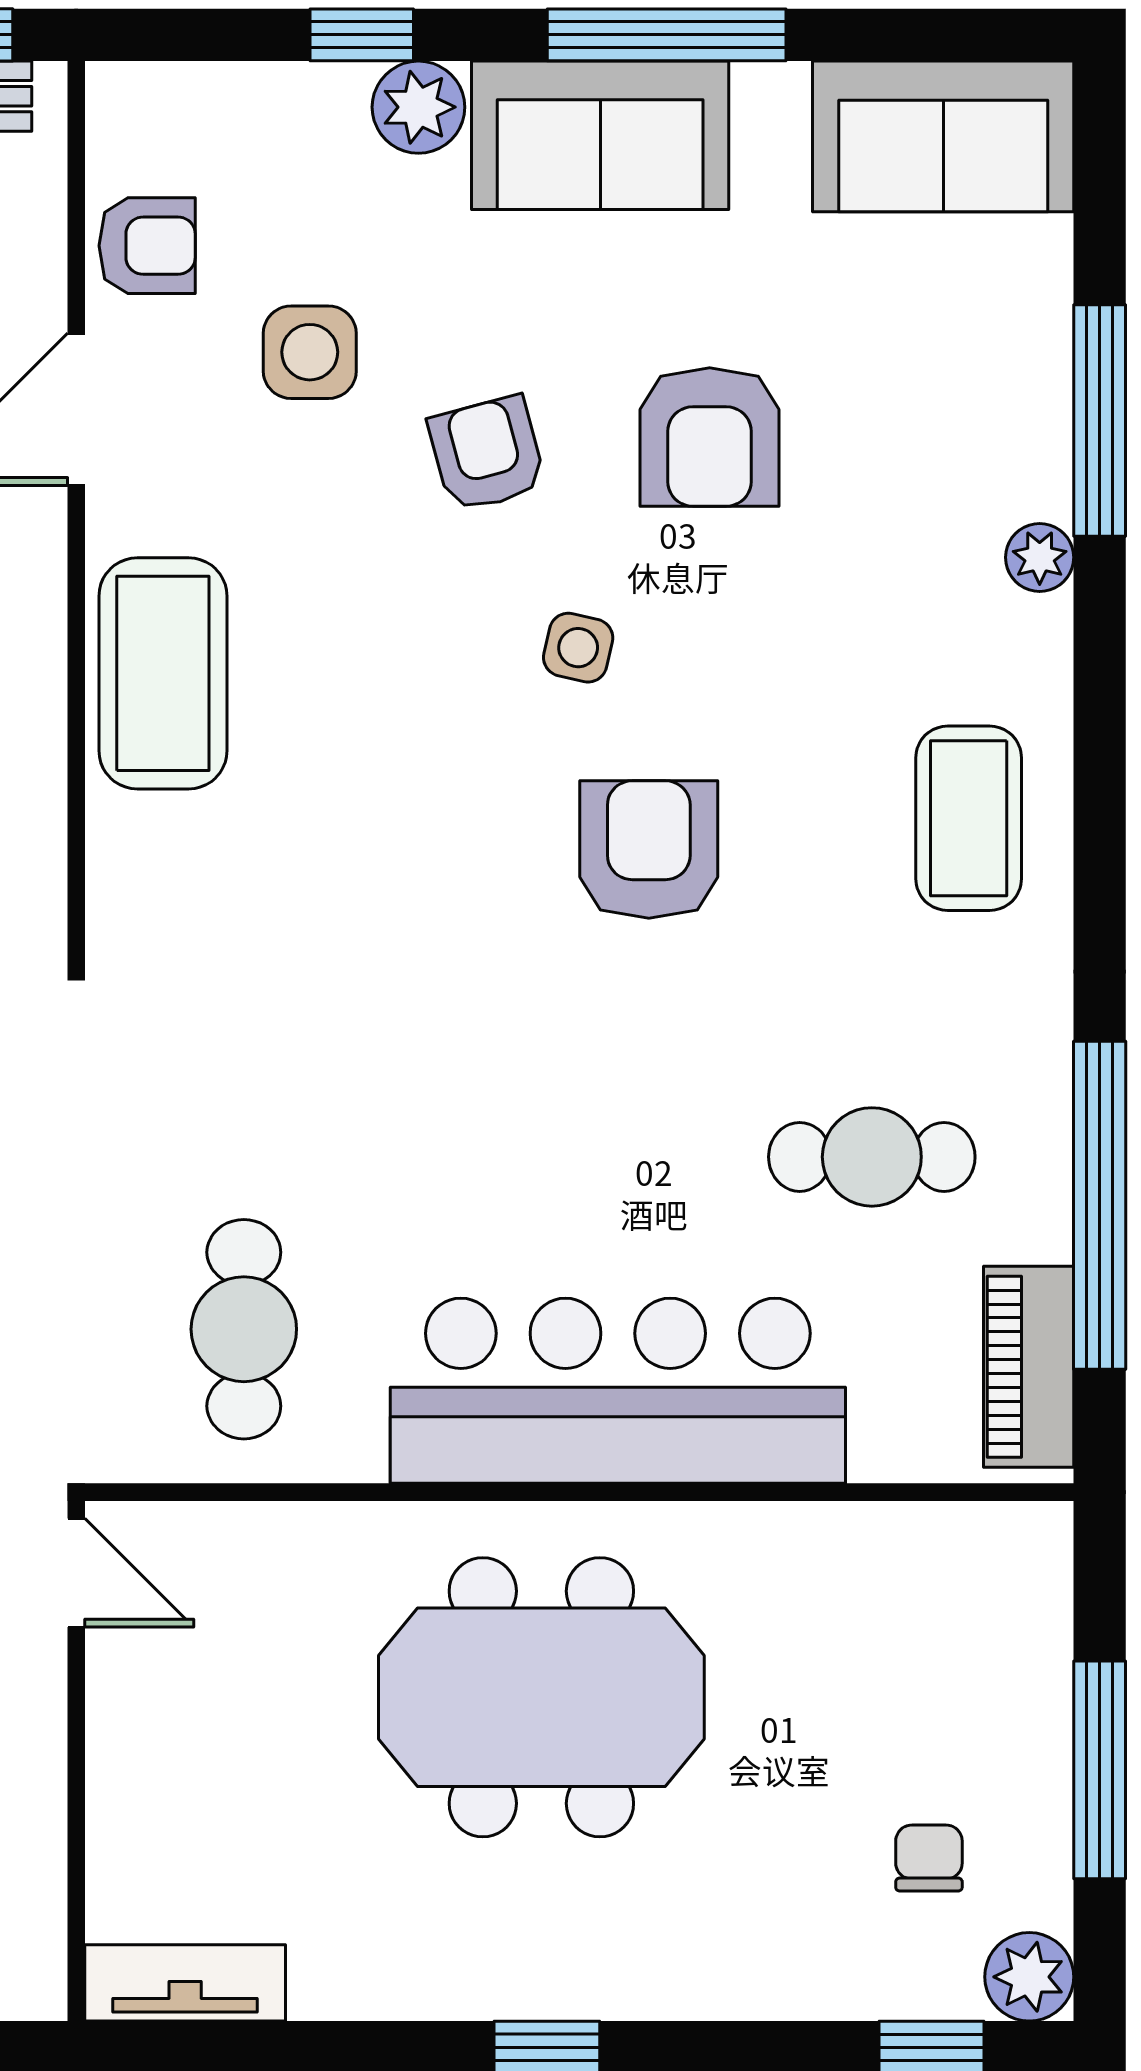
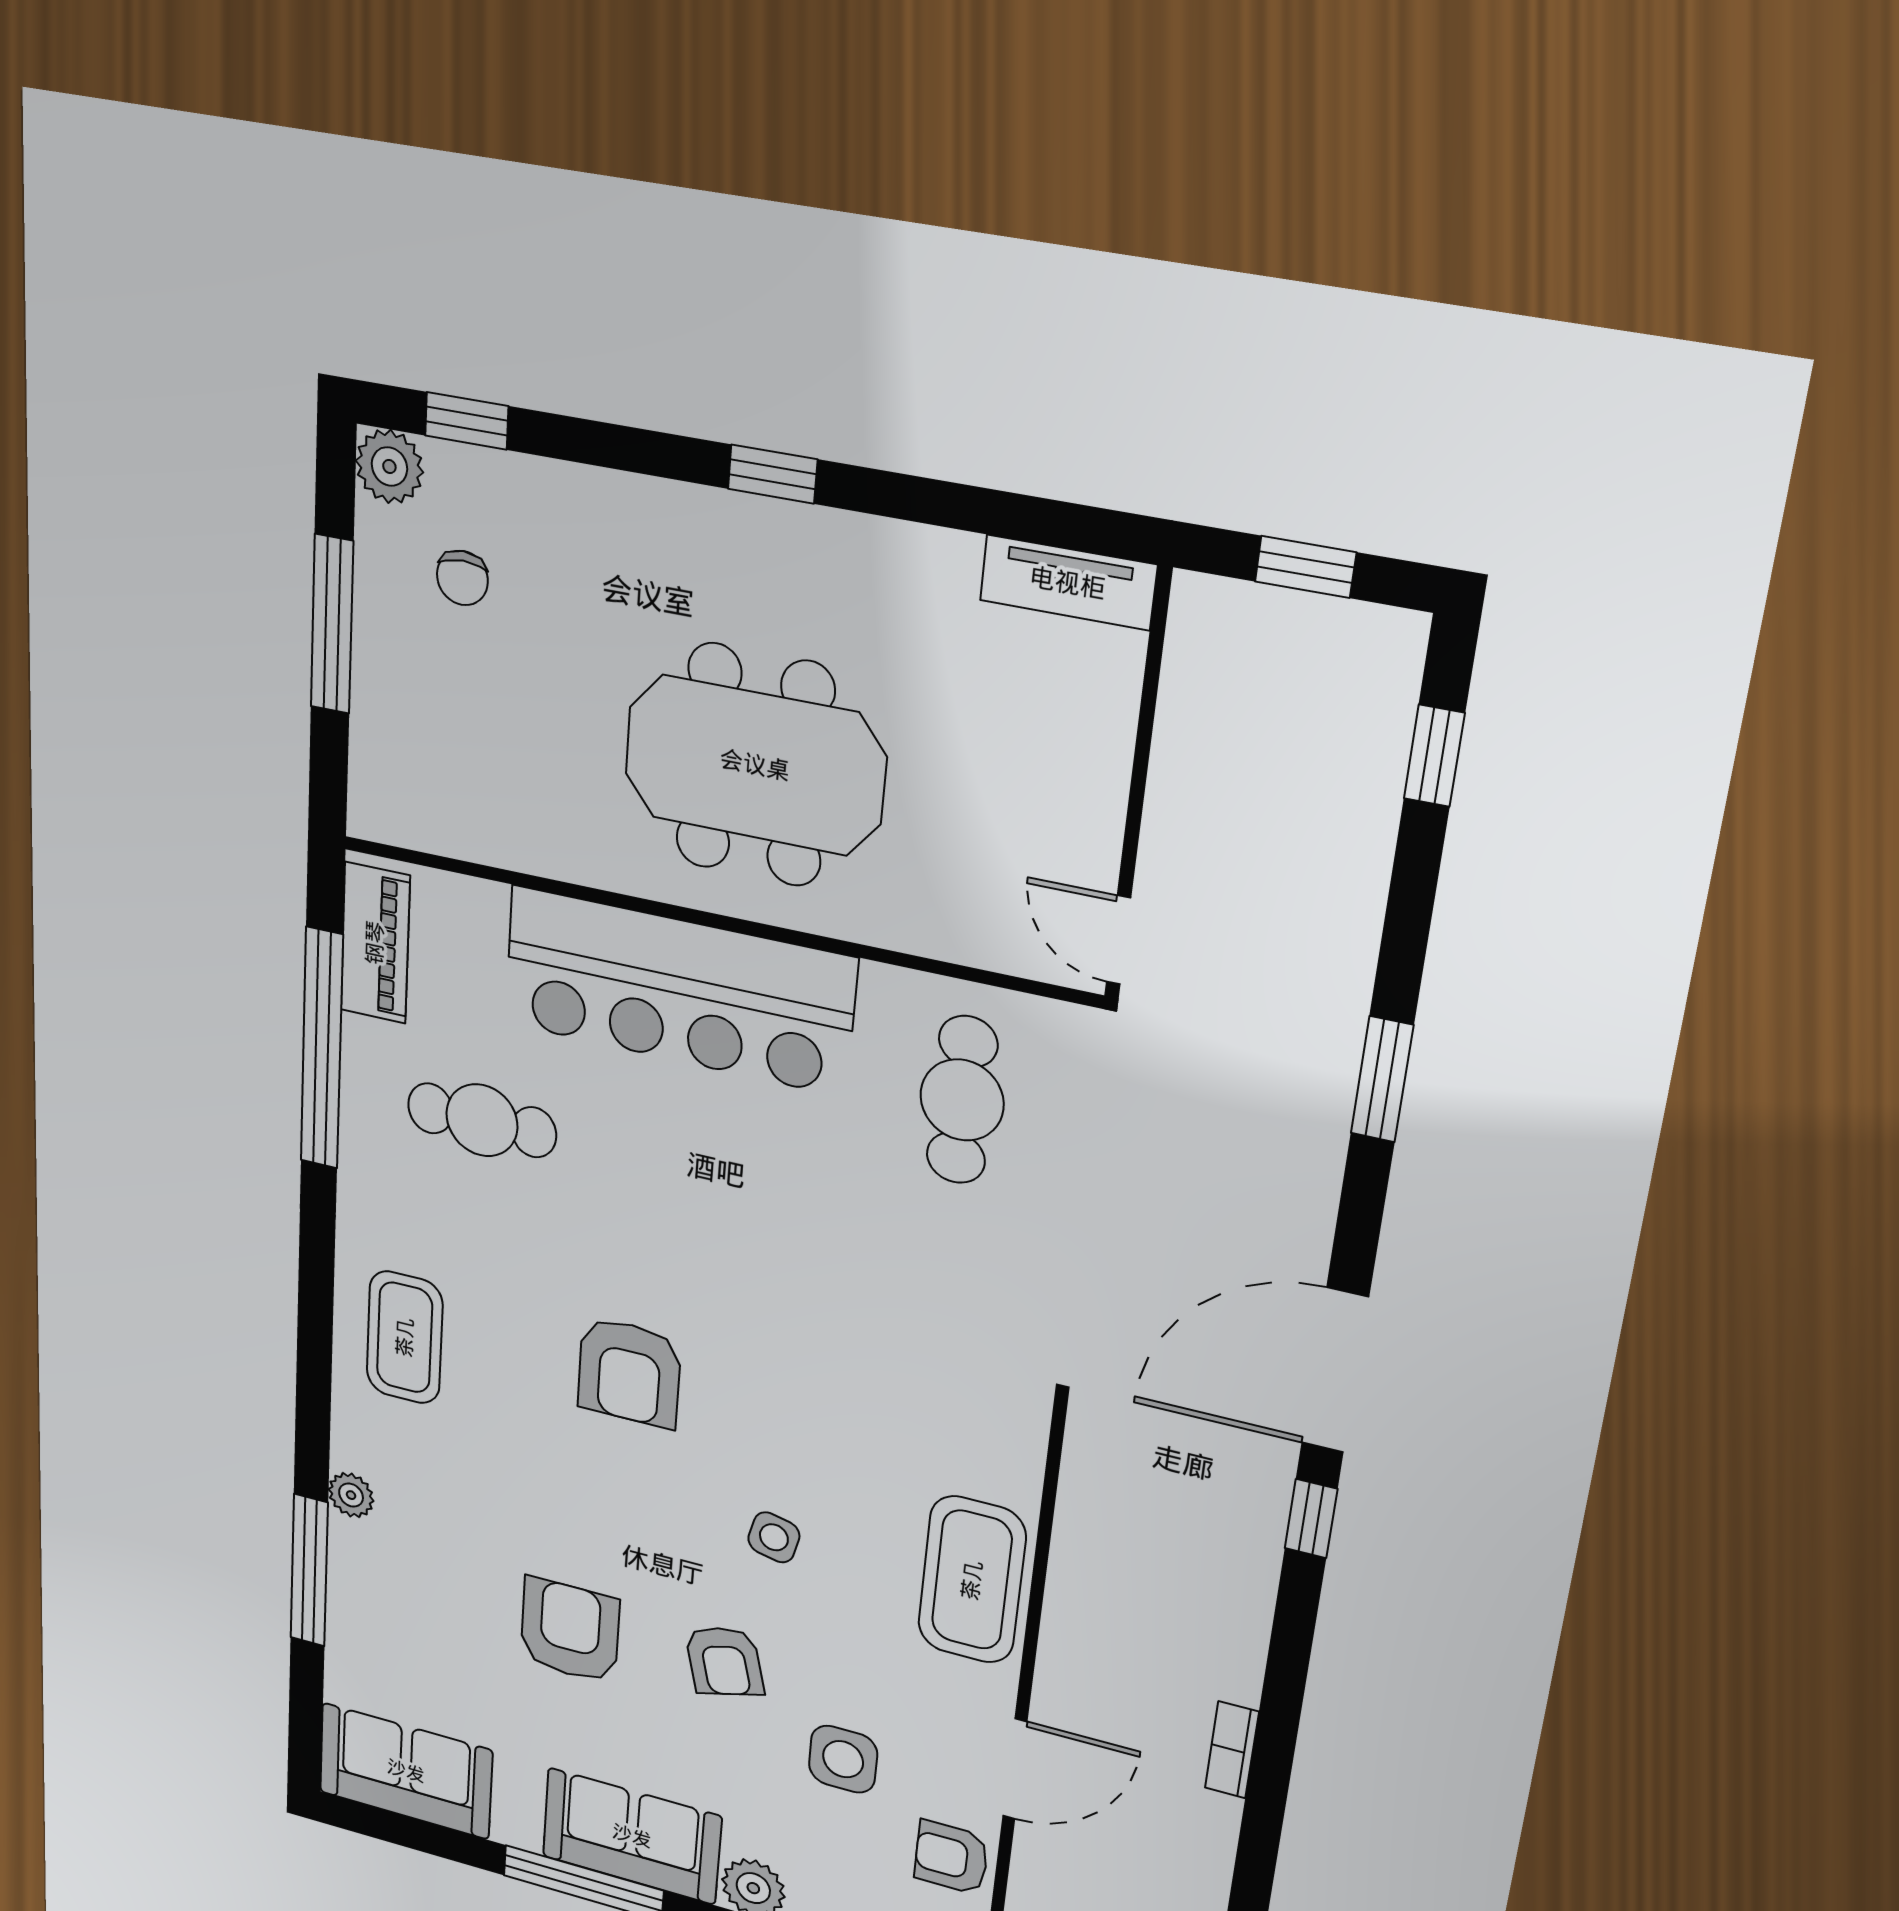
side table: (578, 648) -> (774, 1537), moved

